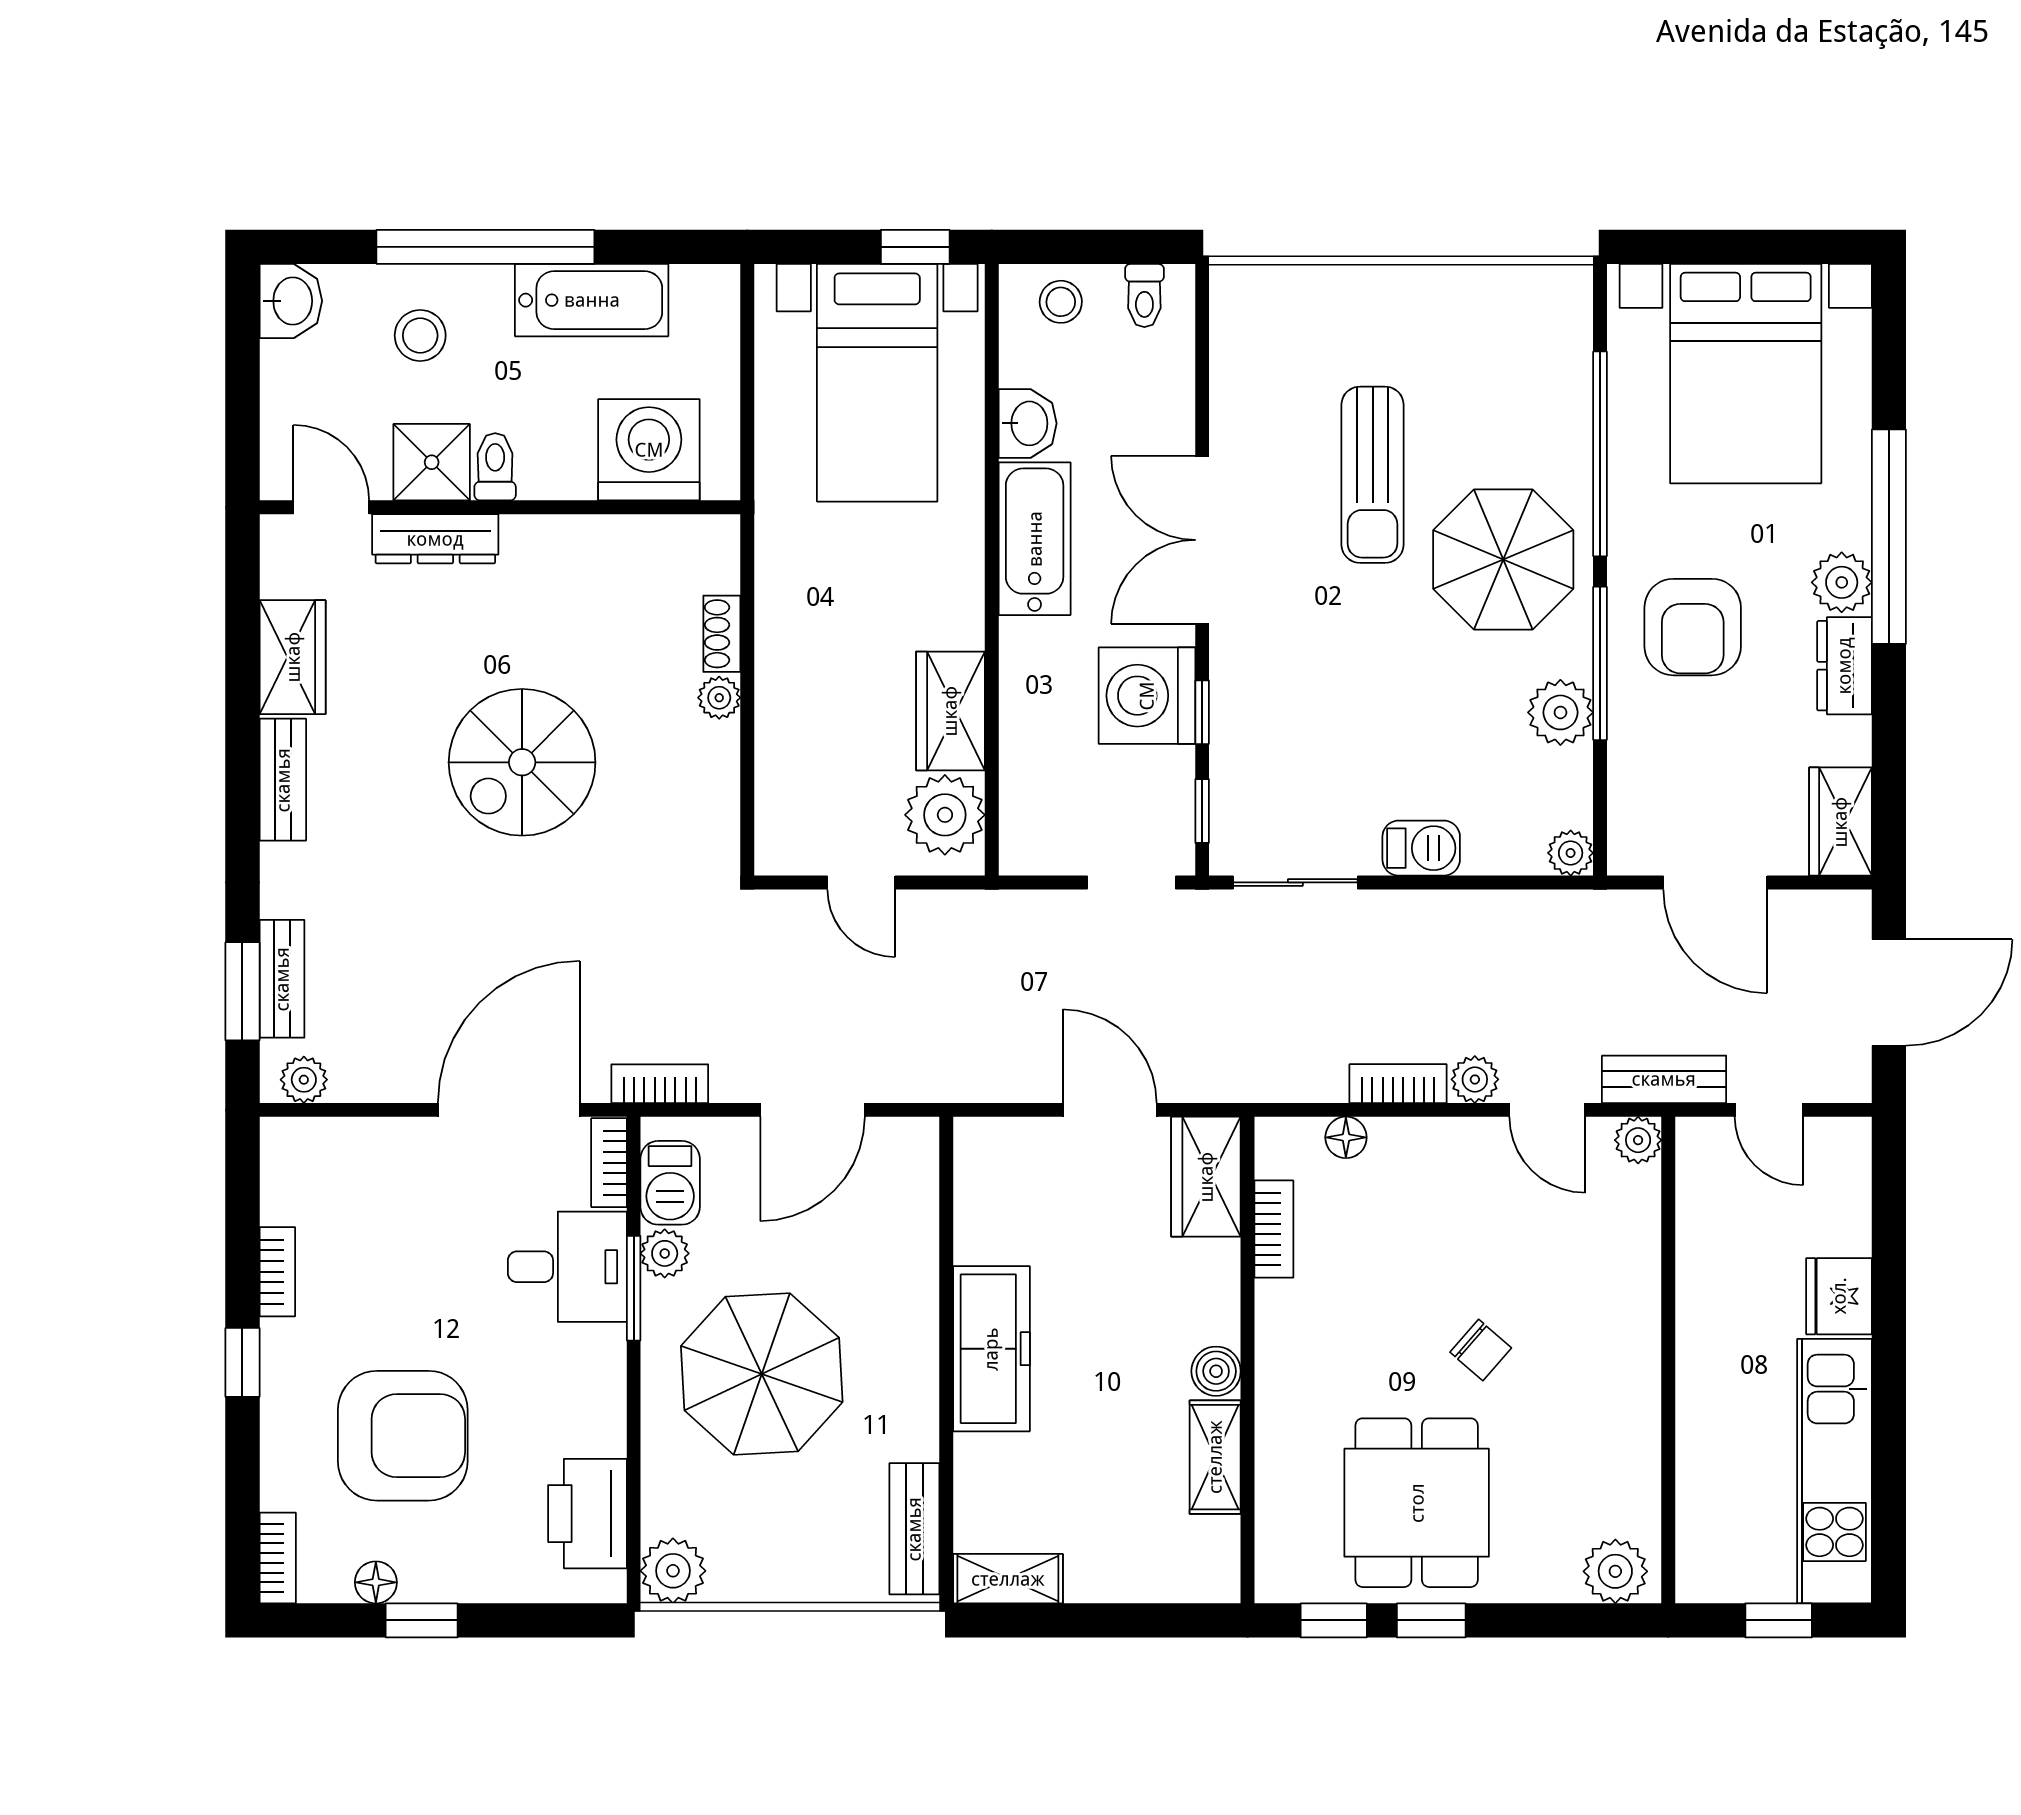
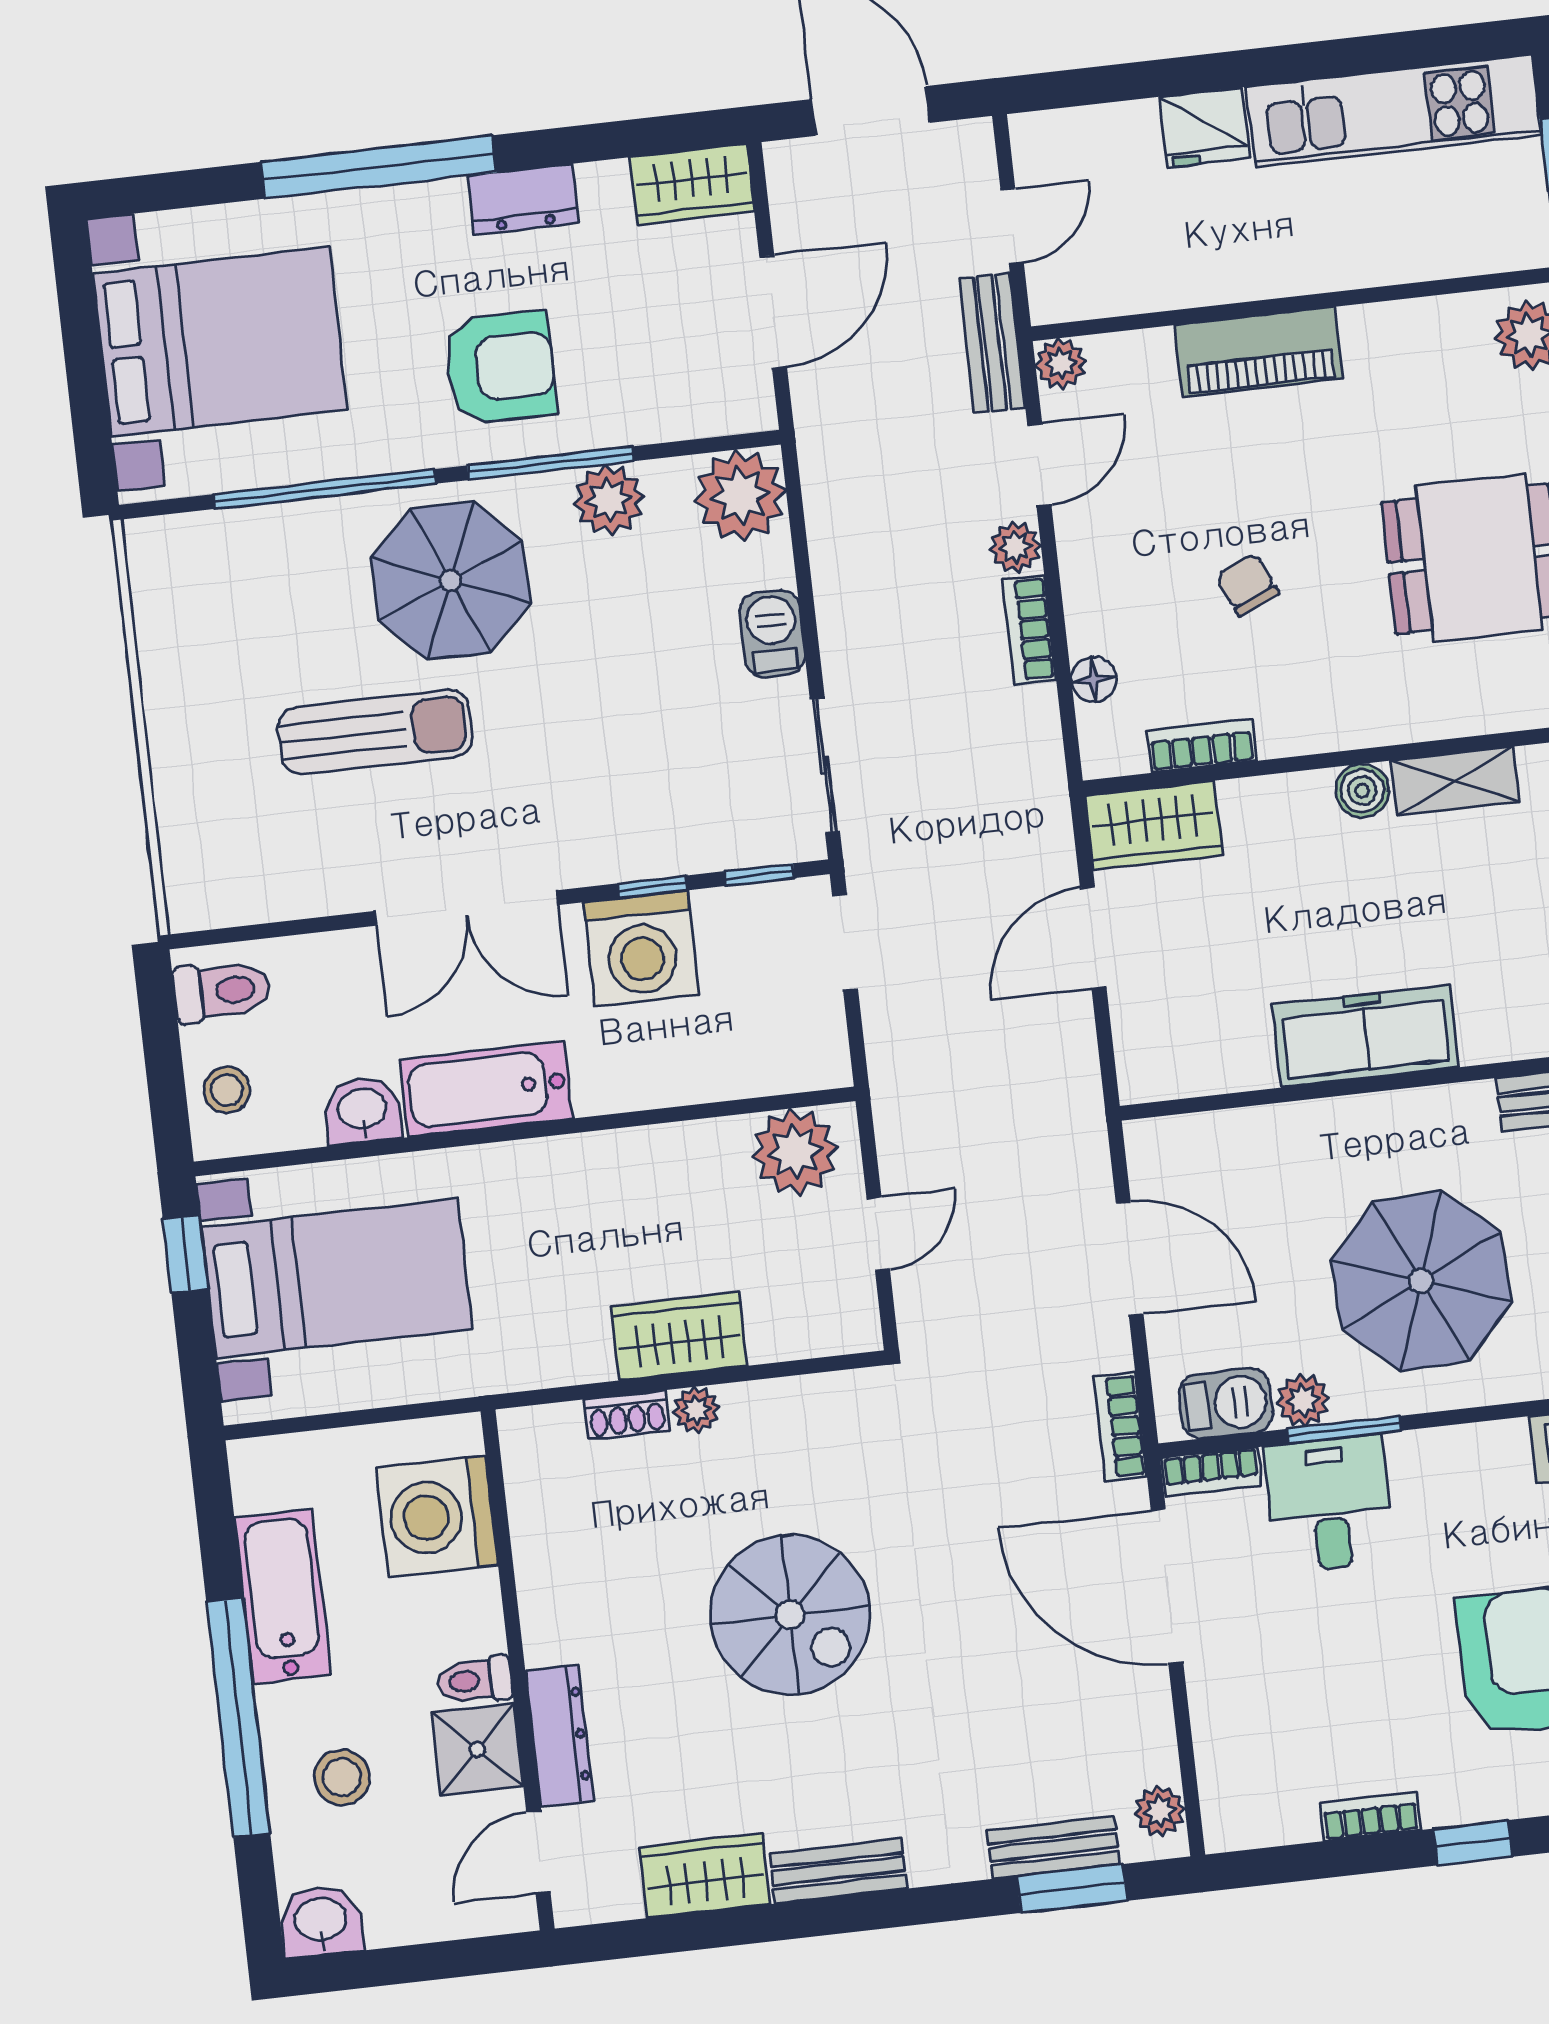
toilet: (1144, 296) -> (222, 991), width x1.37, depth x1.39
plant: (1842, 582) -> (434, 212), removed
wardrobe: (950, 711) -> (679, 1336), moved, turned 180
plant: (1571, 853) -> (740, 496), width x1.87, depth x1.87
piano: (1628, 1322) -> (1259, 352), added
chair: (1481, 1350) -> (1247, 585), moved, turned -65

